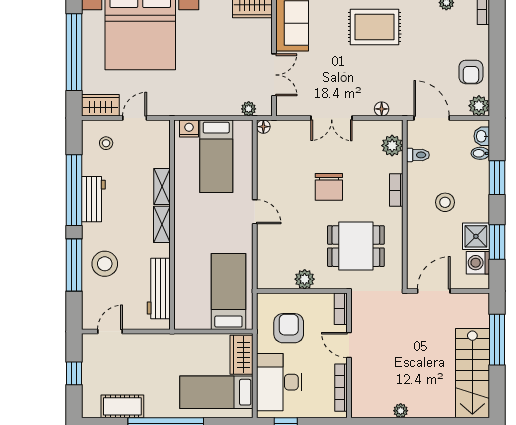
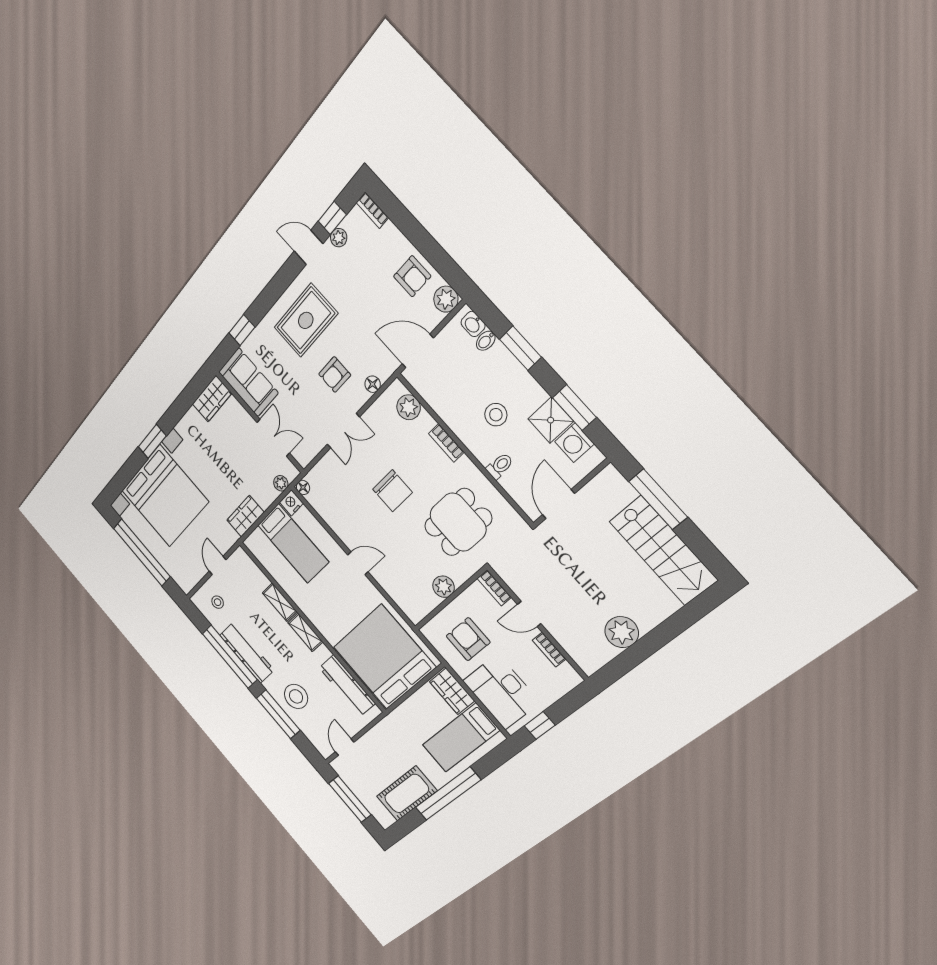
armchair: (361, 78) -> (335, 375), added
wardrobe: (100, 105) -> (245, 516), moved
nightstand: (189, 129) -> (291, 503), moved
toilet: (418, 155) -> (500, 466), moved
workbench: (93, 199) -> (247, 653), width x1.38
bed: (228, 291) -> (384, 657), width x2.04
window: (74, 373) -> (350, 799), width x2.17
bookcase: (341, 388) -> (549, 650), width x0.64
cot: (122, 406) -> (407, 793), width x1.37, depth x1.34
plant: (401, 411) -> (622, 632), width x1.87, depth x1.87

